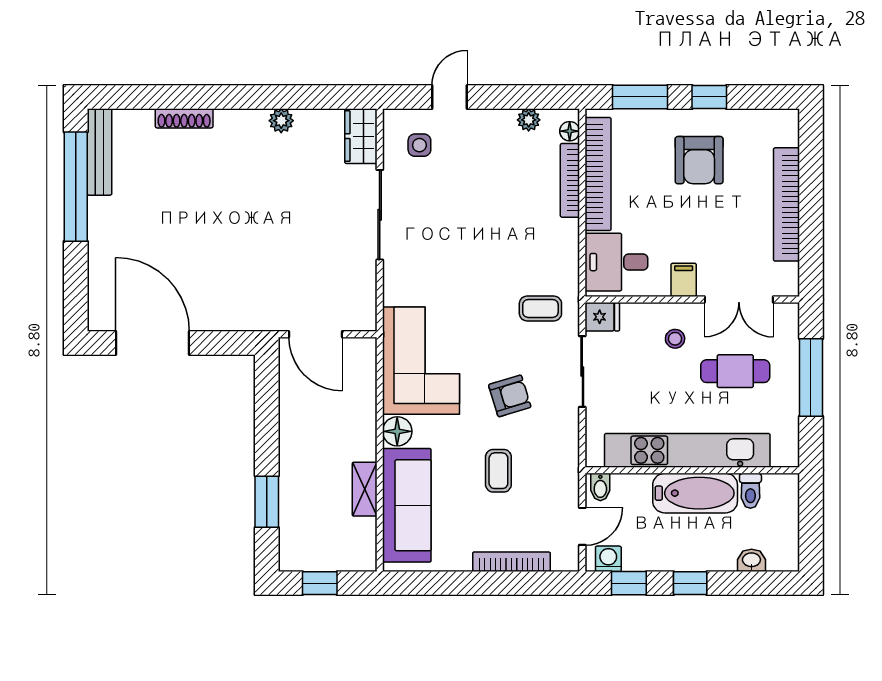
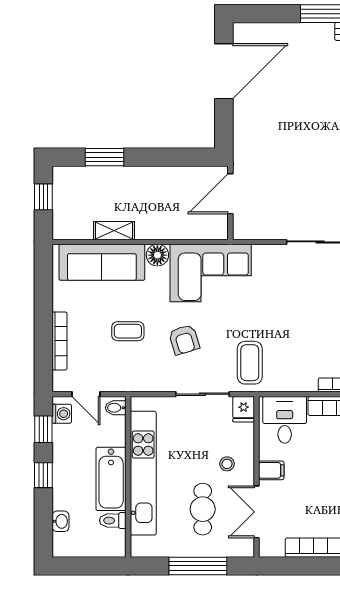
coffee table: (540, 308) -> (250, 363), width x1.36, depth x1.30

